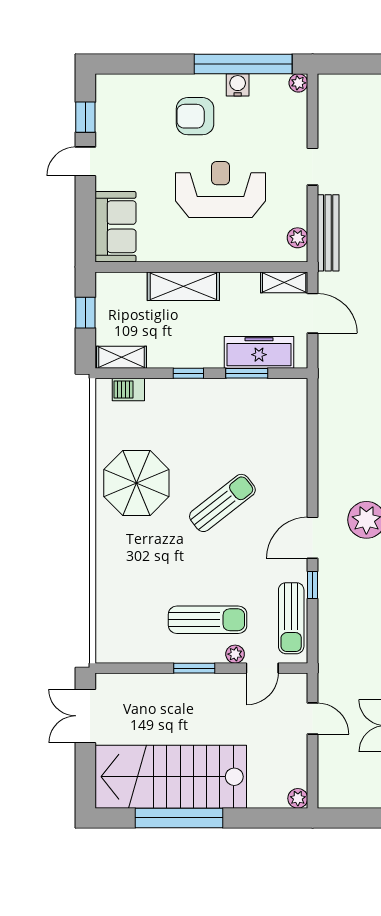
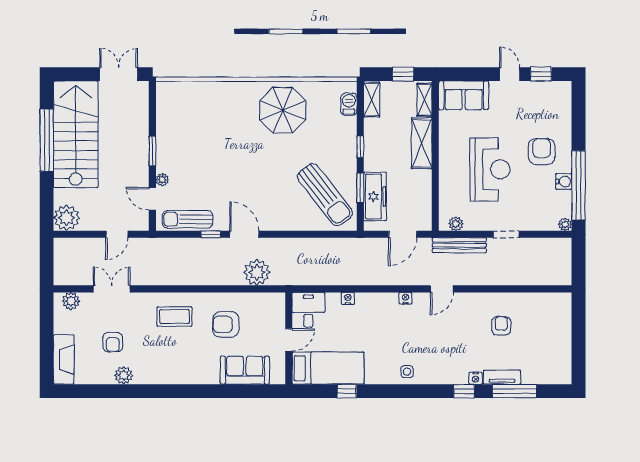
shelving: (284, 282) -> (424, 100), moved
sun lounger: (222, 503) -> (325, 195), moved, width x1.36, depth x1.34
sun lounger: (208, 620) -> (186, 160), removed
plant: (298, 798) -> (67, 218), width x1.88, depth x1.88

